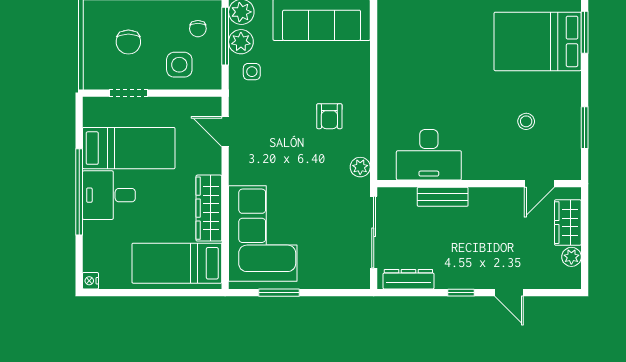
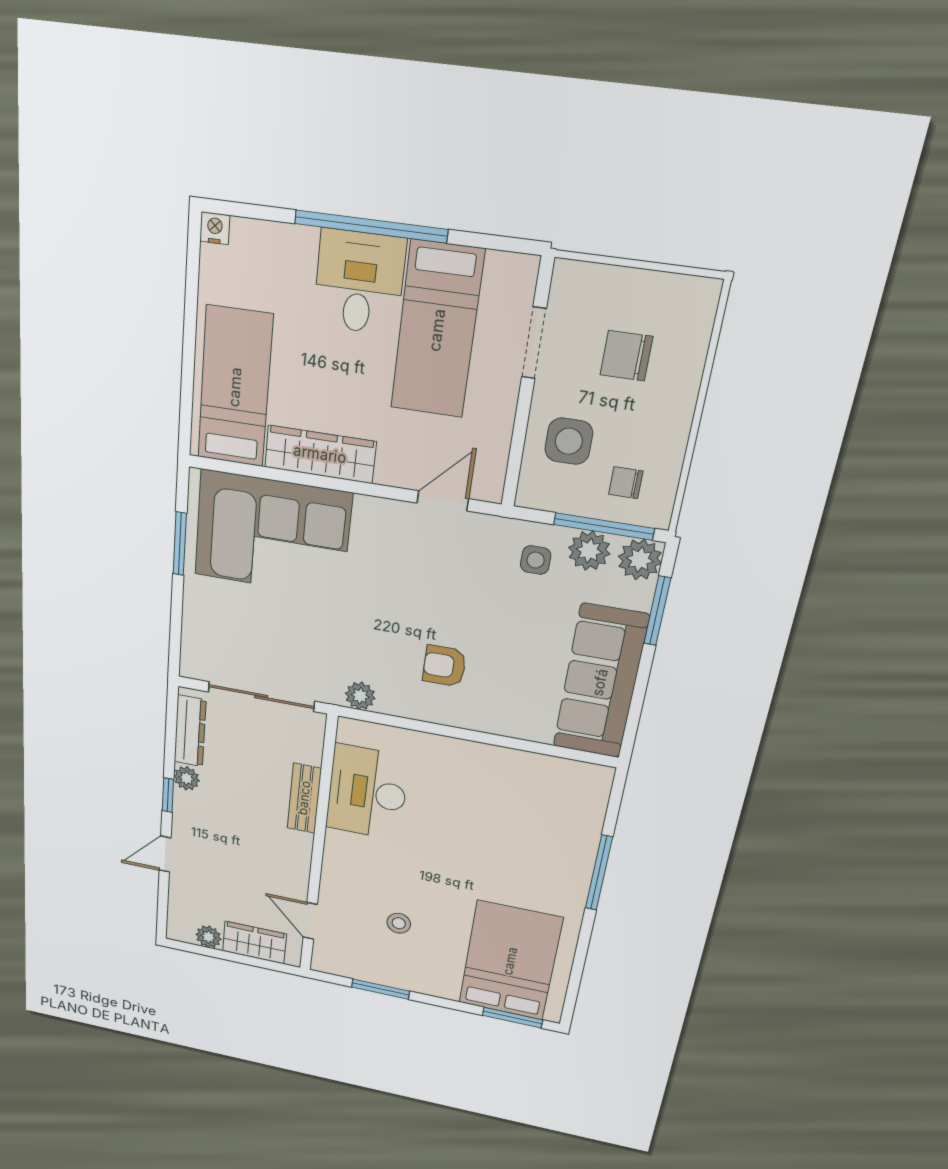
plant: (445, 280) -> (187, 778), added

